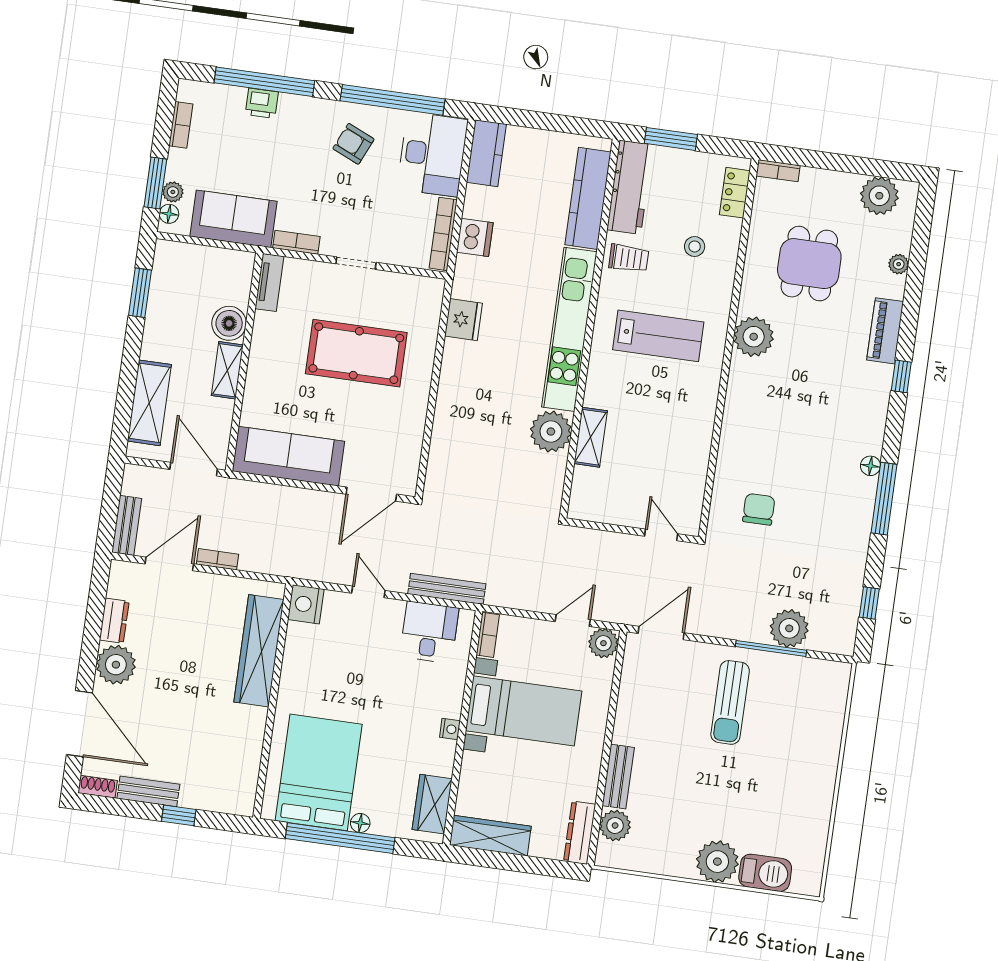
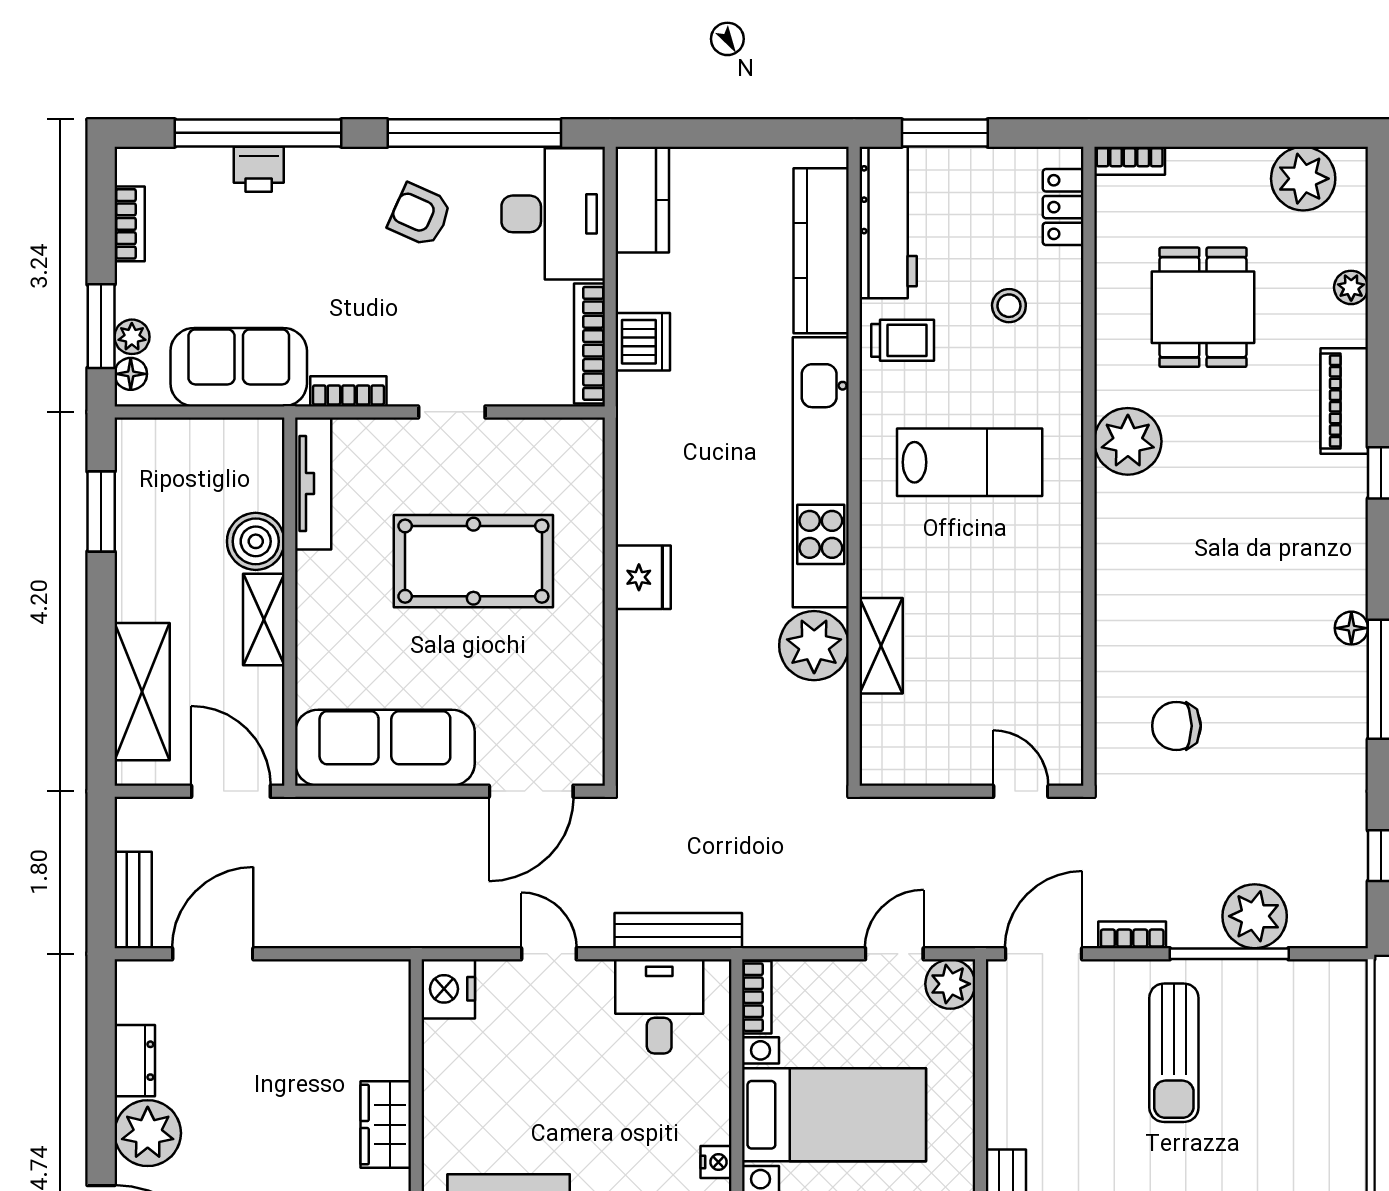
tv unit: (269, 283) -> (313, 483), width x1.41
fridge: (463, 320) -> (643, 577), moved
chair: (759, 509) -> (1176, 726), turned -90
bookcase: (217, 559) -> (1132, 935), moved
wardrobe: (259, 651) -> (386, 1125), width x0.48, depth x0.85

